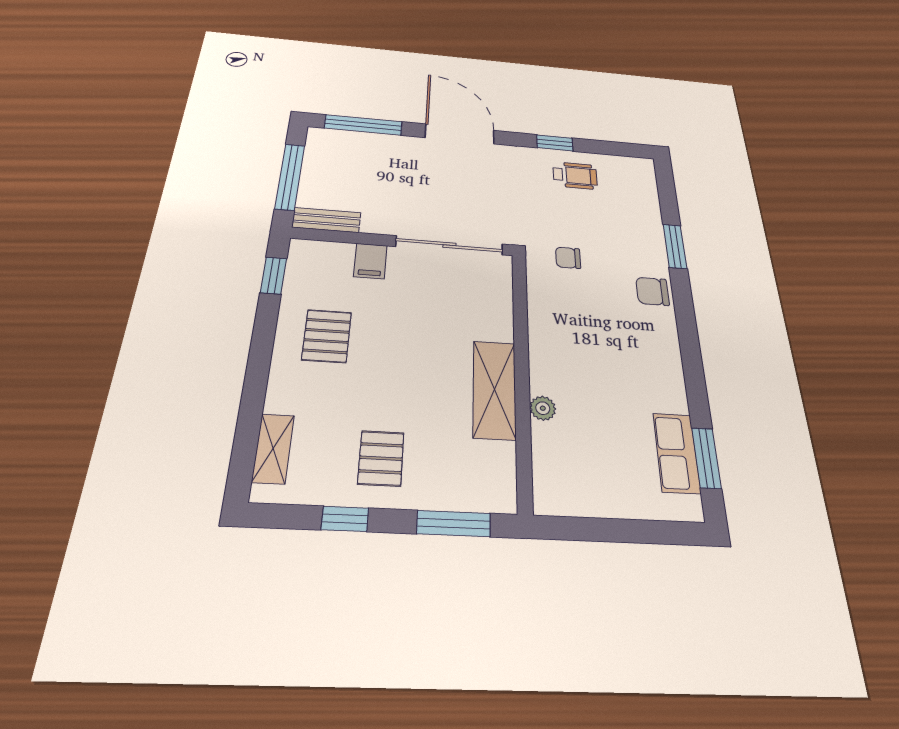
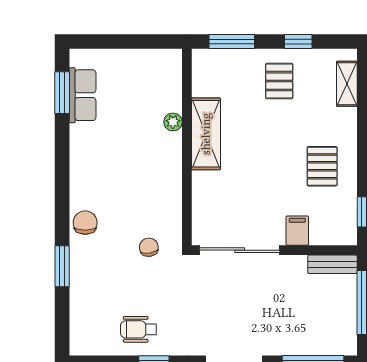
chair: (568, 258) -> (149, 247), turned -99
chair: (652, 291) -> (85, 223), turned -90

